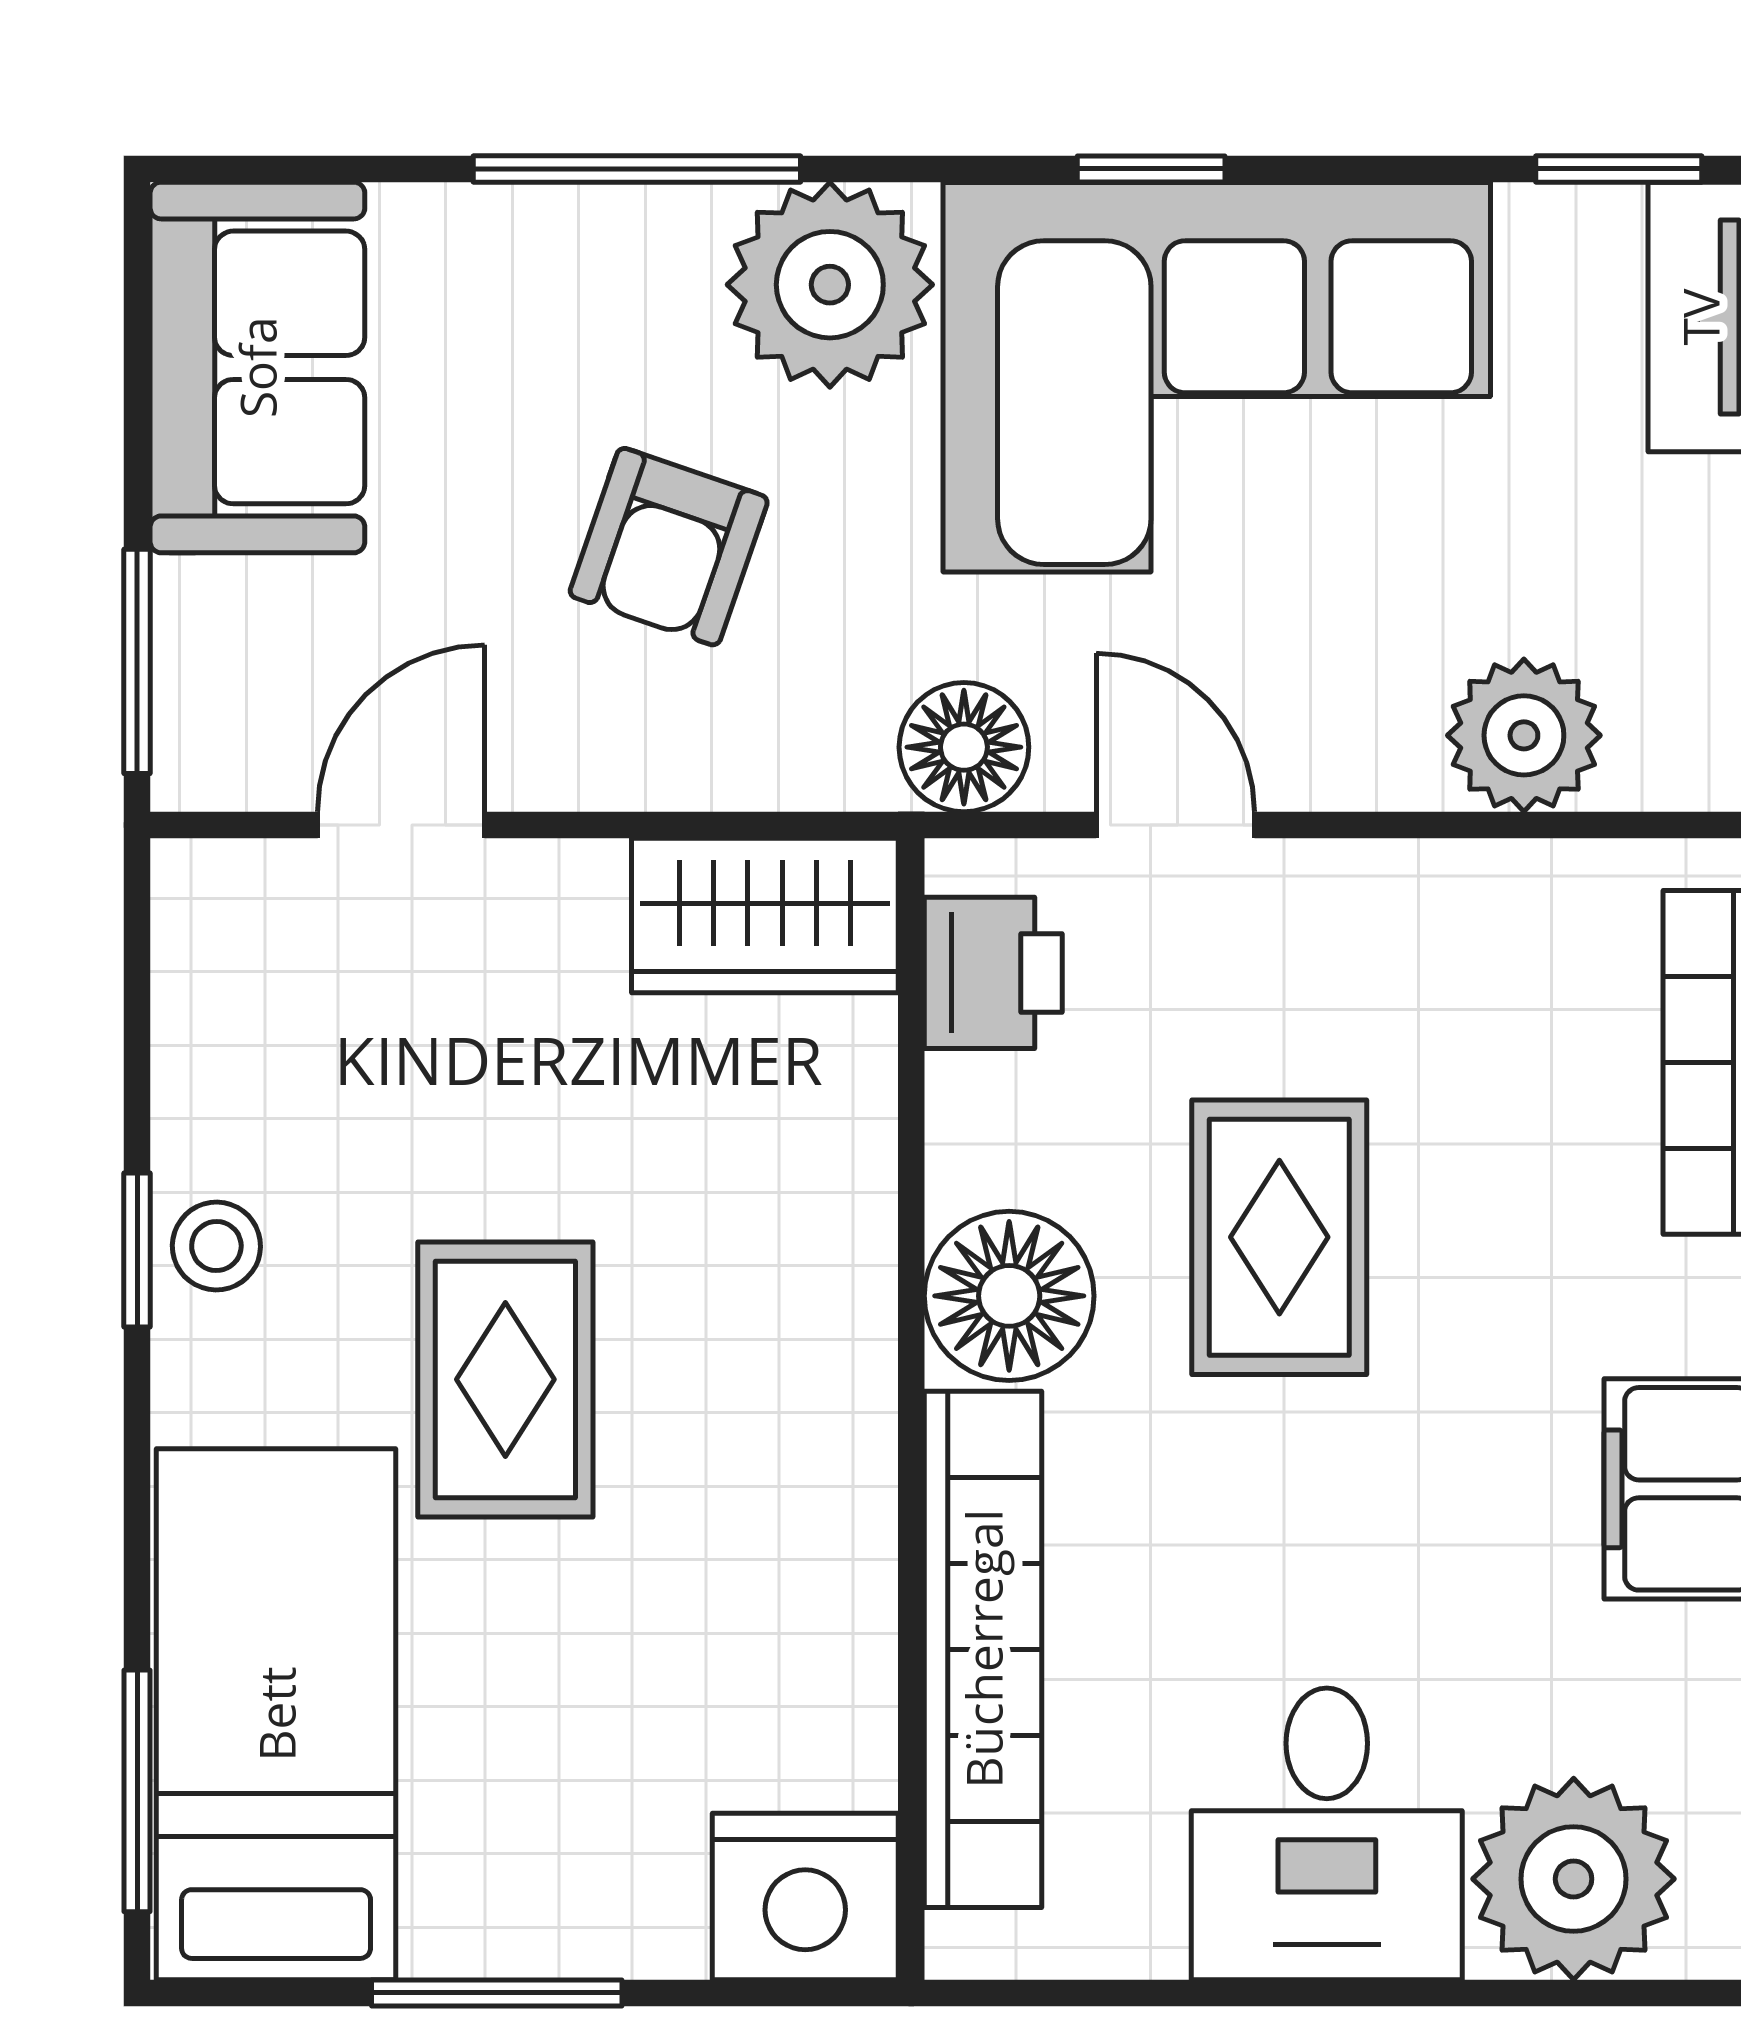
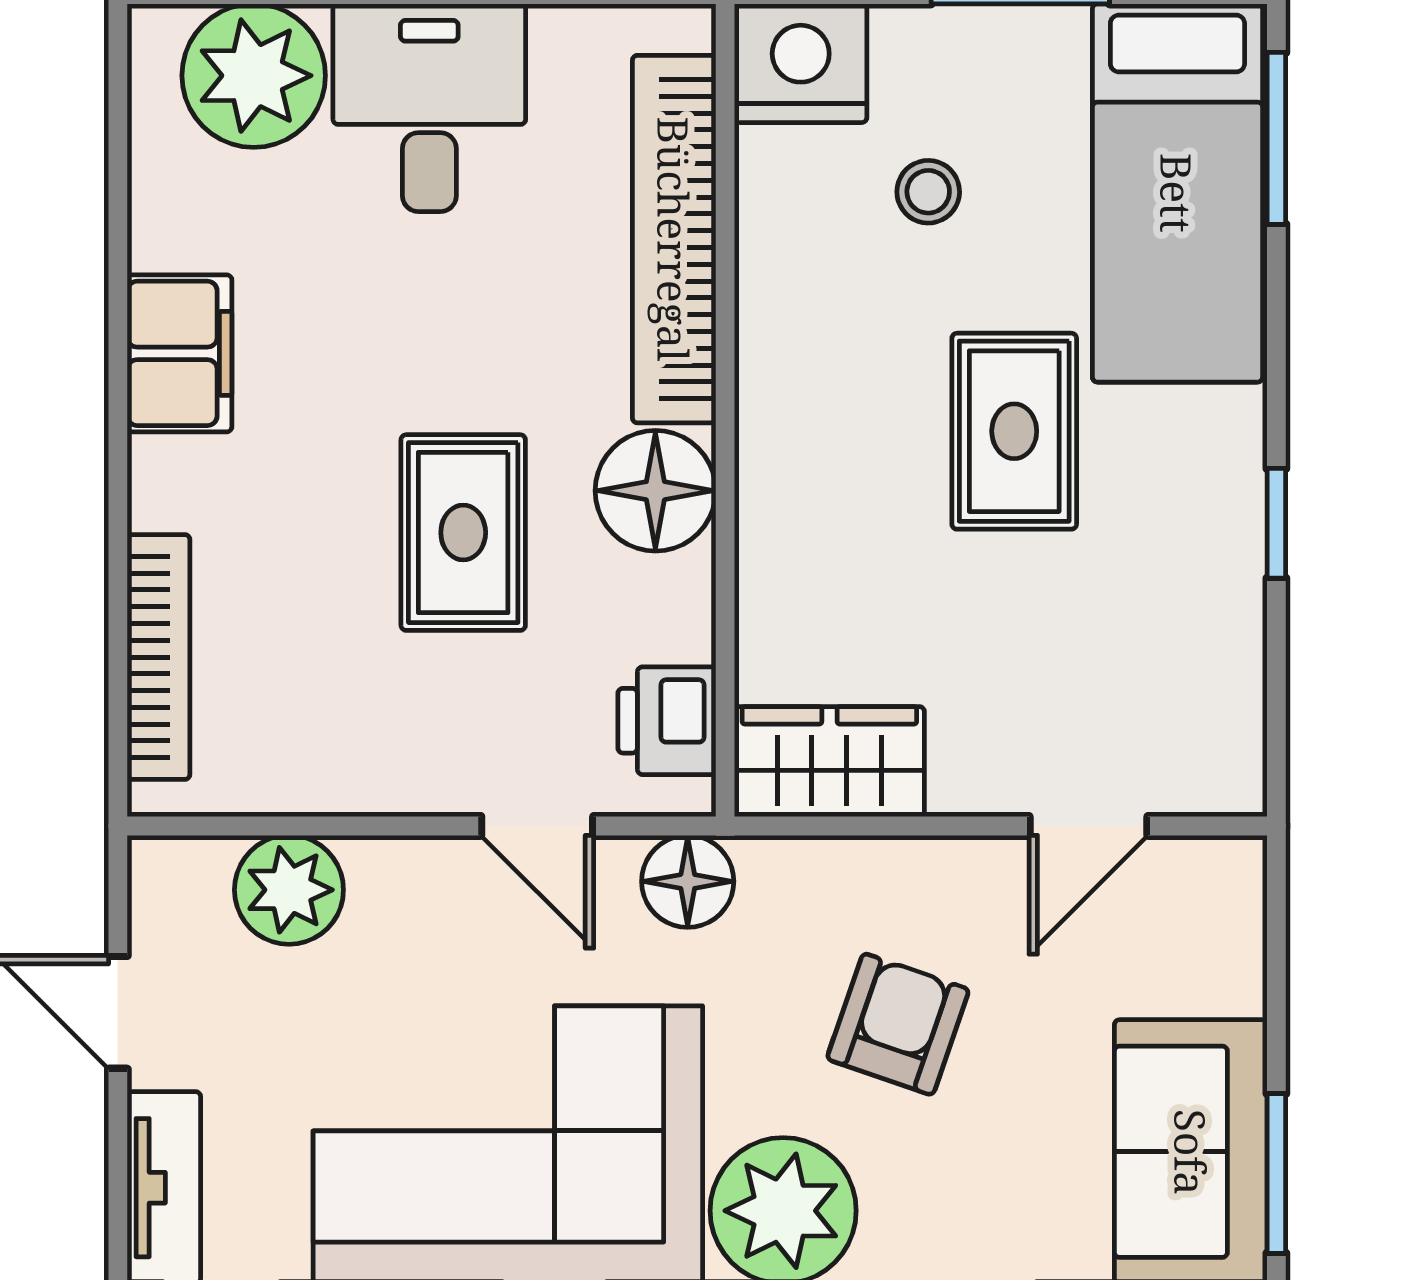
window: (137, 661) -> (1276, 1173), moved
stool: (216, 1246) -> (928, 192), moved

